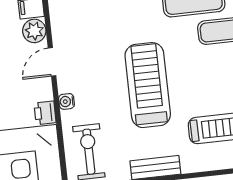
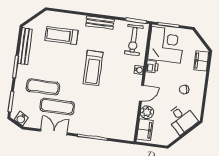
treadmill: (148, 85) -> (93, 68), width x0.73, depth x0.73

